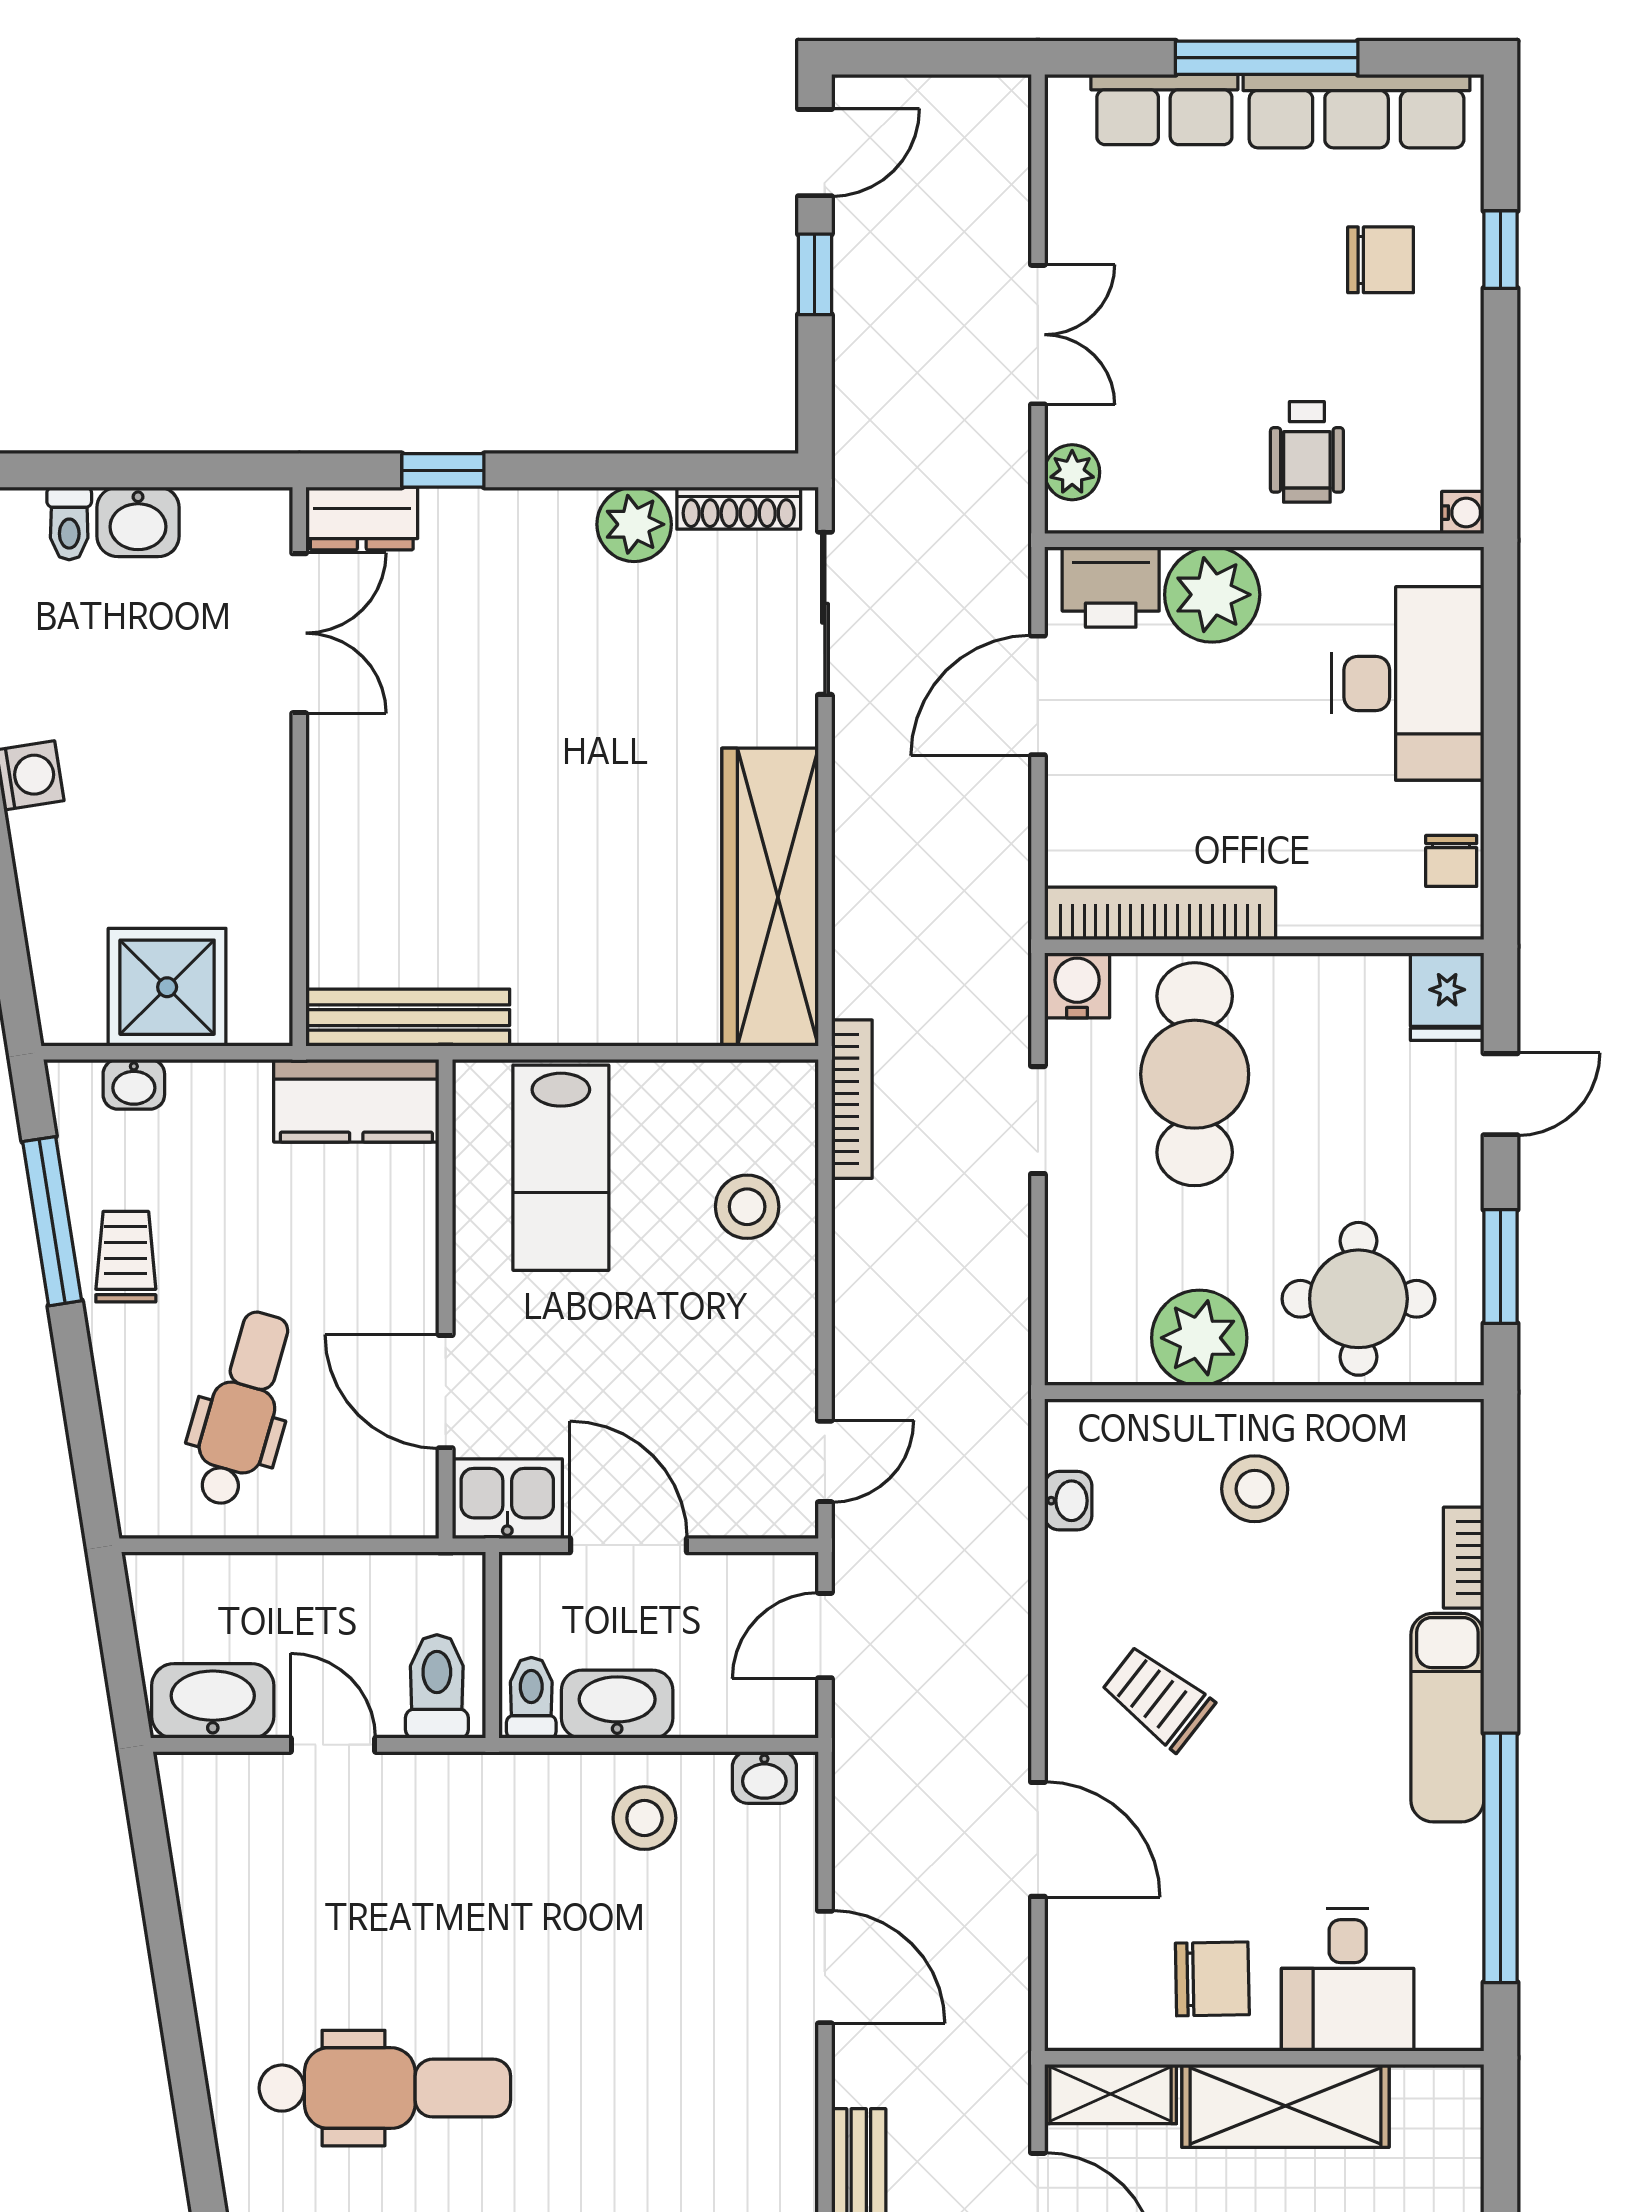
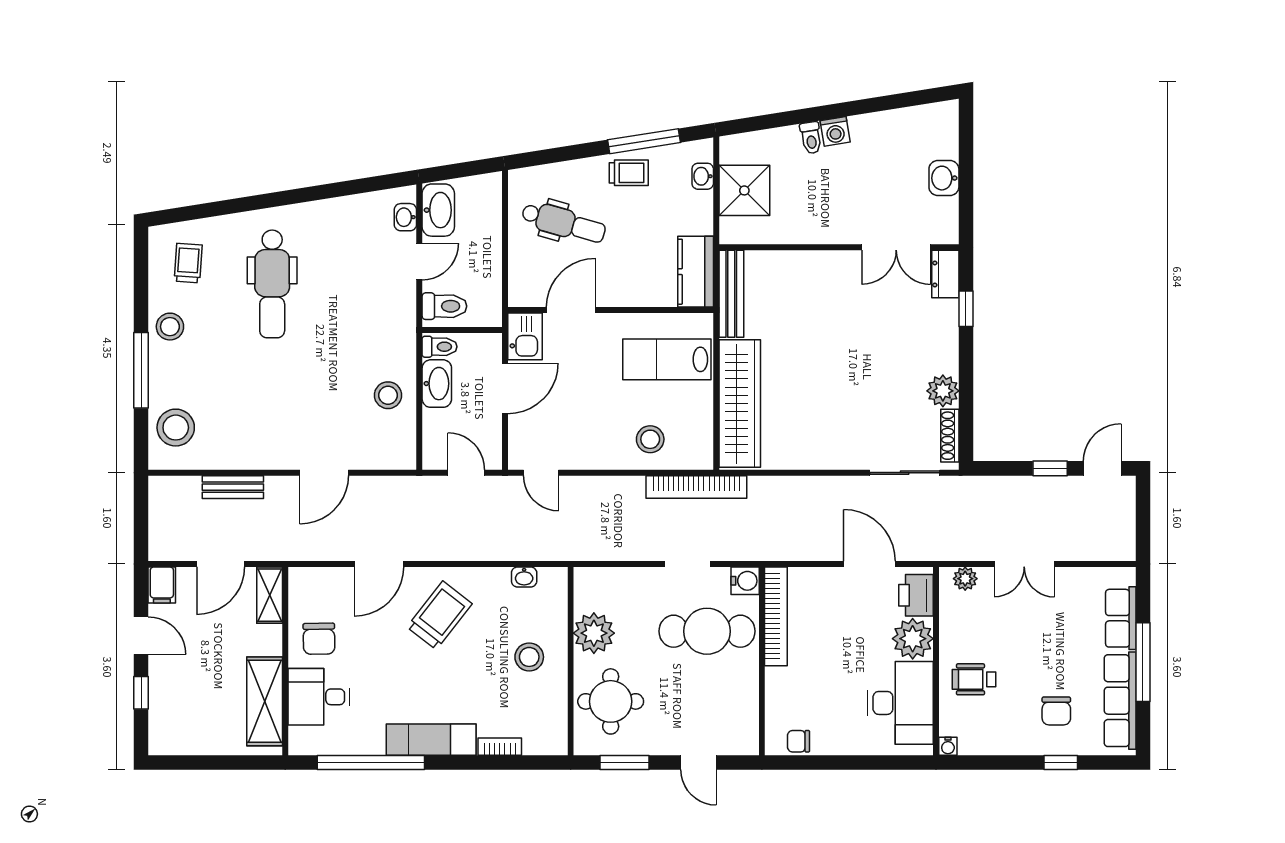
door: (815, 153) -> (1102, 468), swing flipped
toilet: (69, 523) -> (811, 138), moved, turned -99
desk: (1408, 683) -> (901, 703), moved, turned -90
wardrobe: (770, 897) -> (740, 404), moved, turned 90
fridge: (1447, 997) -> (740, 740), removed
bookcase: (852, 1099) -> (696, 487), width x1.48, depth x1.31
trolley: (1158, 1698) -> (439, 615), width x1.36, depth x1.39
washbasin: (764, 1777) -> (405, 217), moved
shelving: (1285, 2106) -> (265, 701), moved

